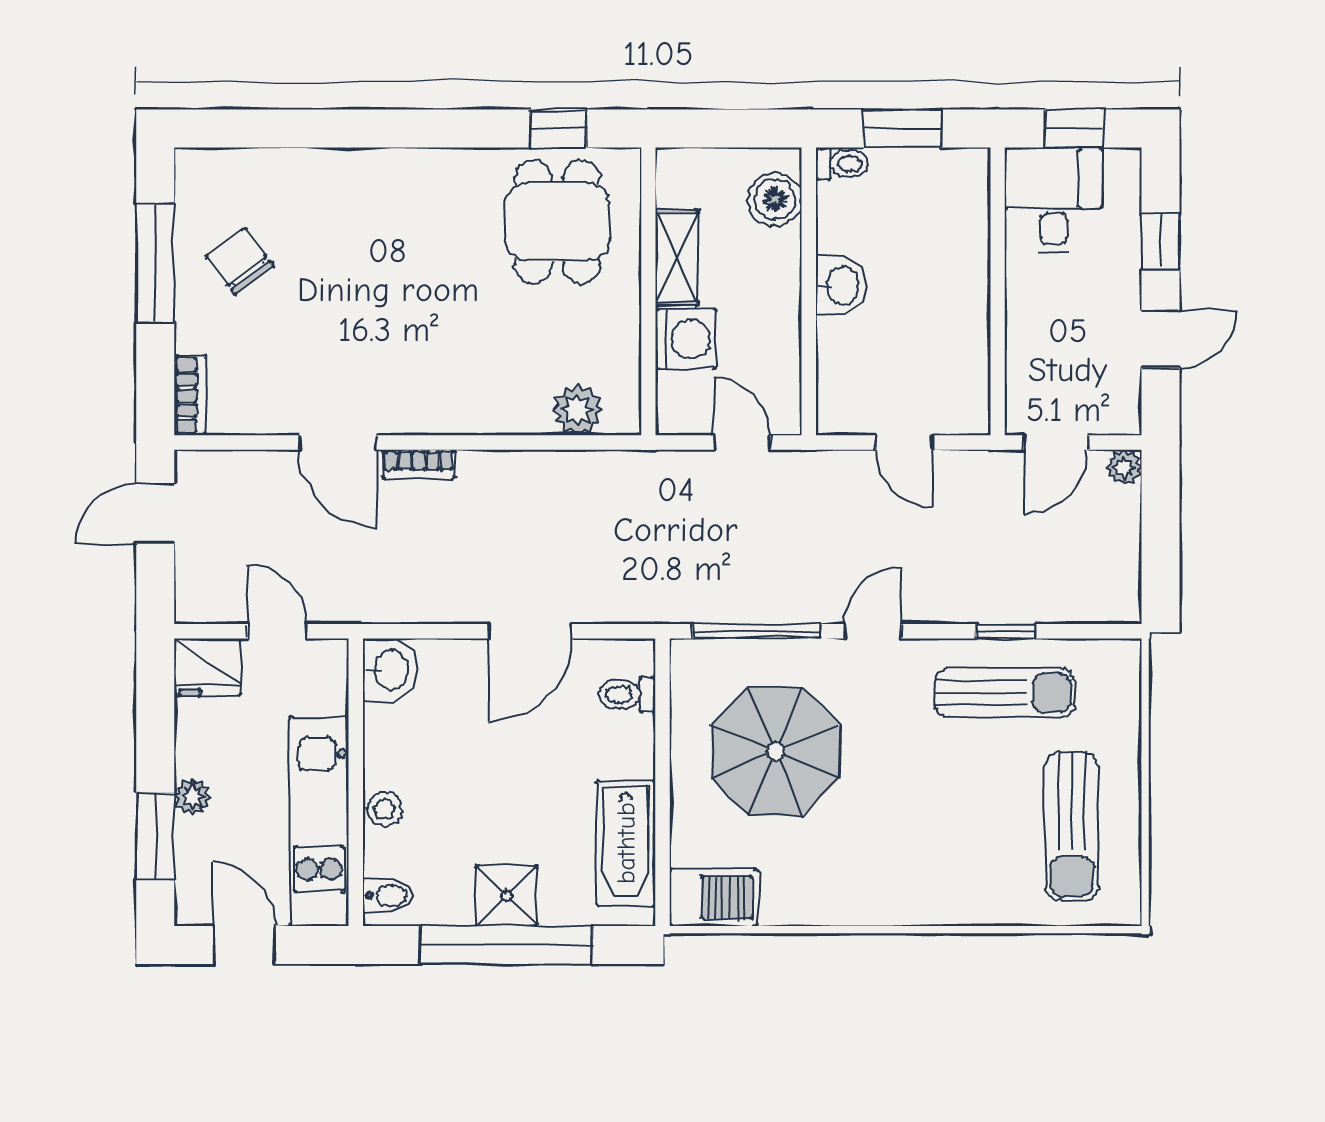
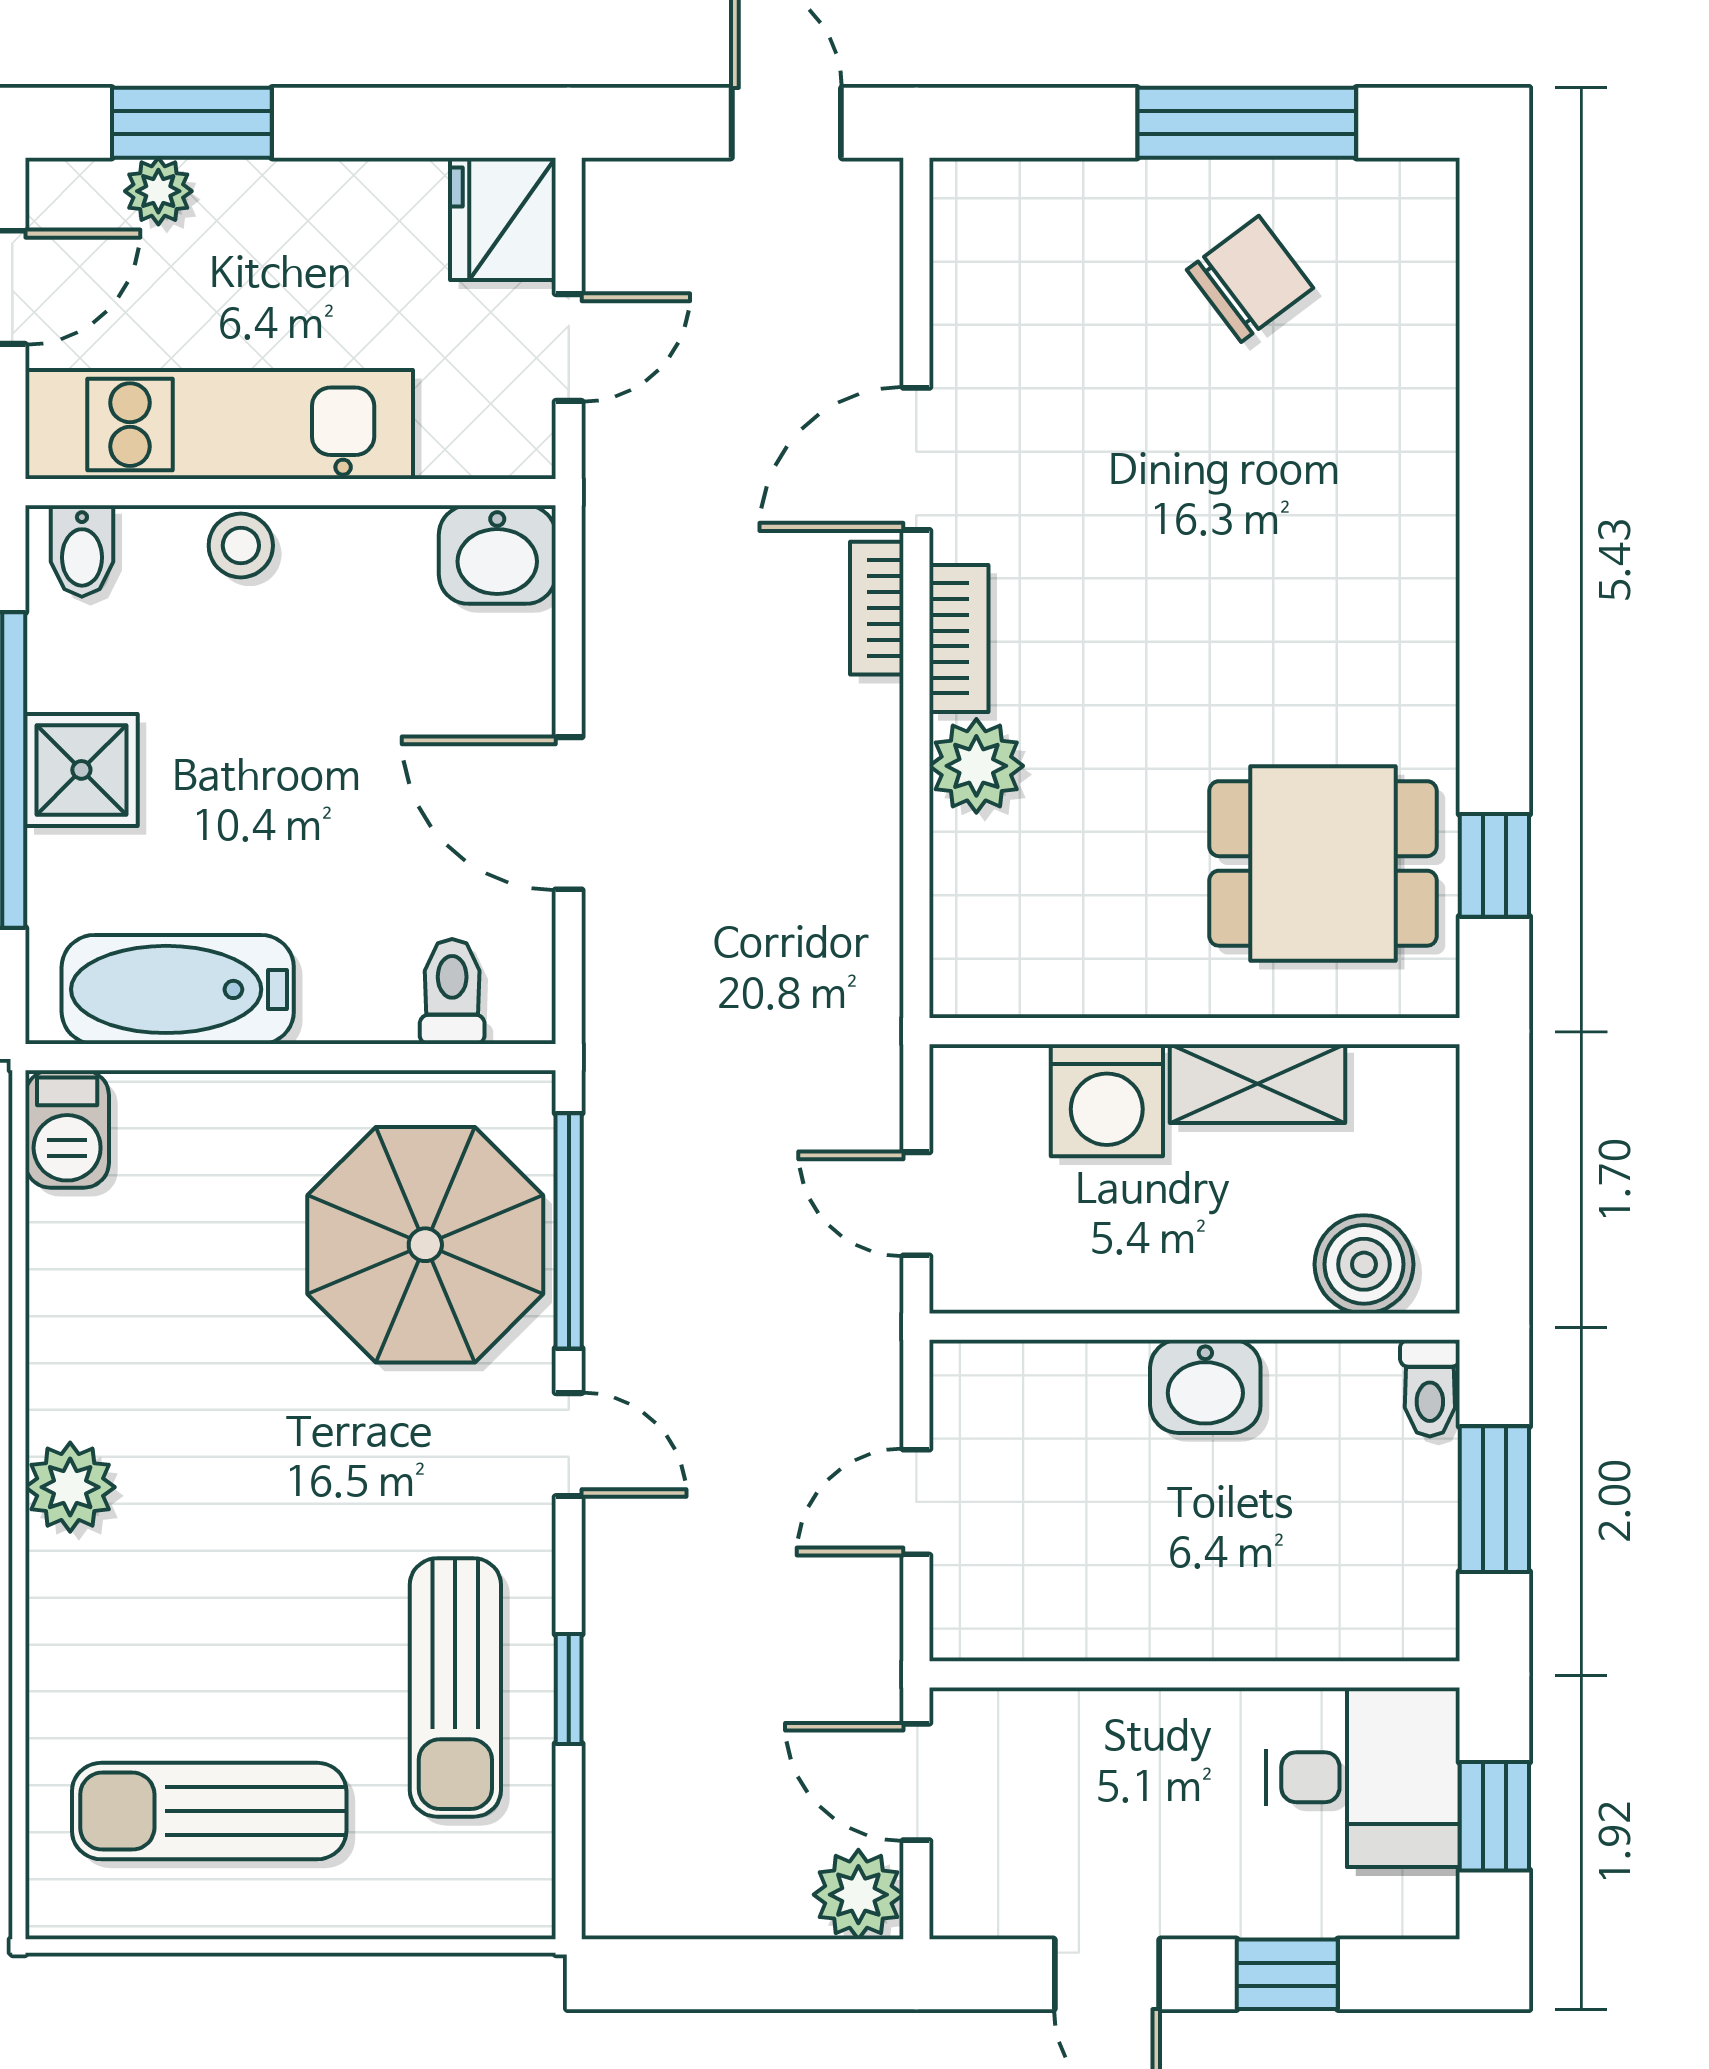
bookcase: (190, 395) -> (959, 638), moved, turned -90
plant: (578, 410) -> (976, 766), moved
door: (742, 442) -> (916, 1204), swing flipped
plant: (1124, 467) -> (858, 1895), width x1.38, depth x1.38
parasol: (776, 752) -> (425, 1245), moved
plant: (192, 797) -> (158, 191), moved
barbecue: (714, 897) -> (67, 1129), width x0.73, depth x0.79
plant: (896, 902) -> (70, 1487), added

